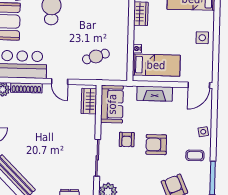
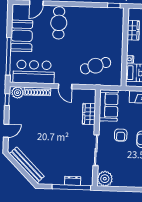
cafe table: (96, 56) -> (96, 66), width x1.37, depth x1.35
wardrobe: (89, 101) -> (89, 114), moved

